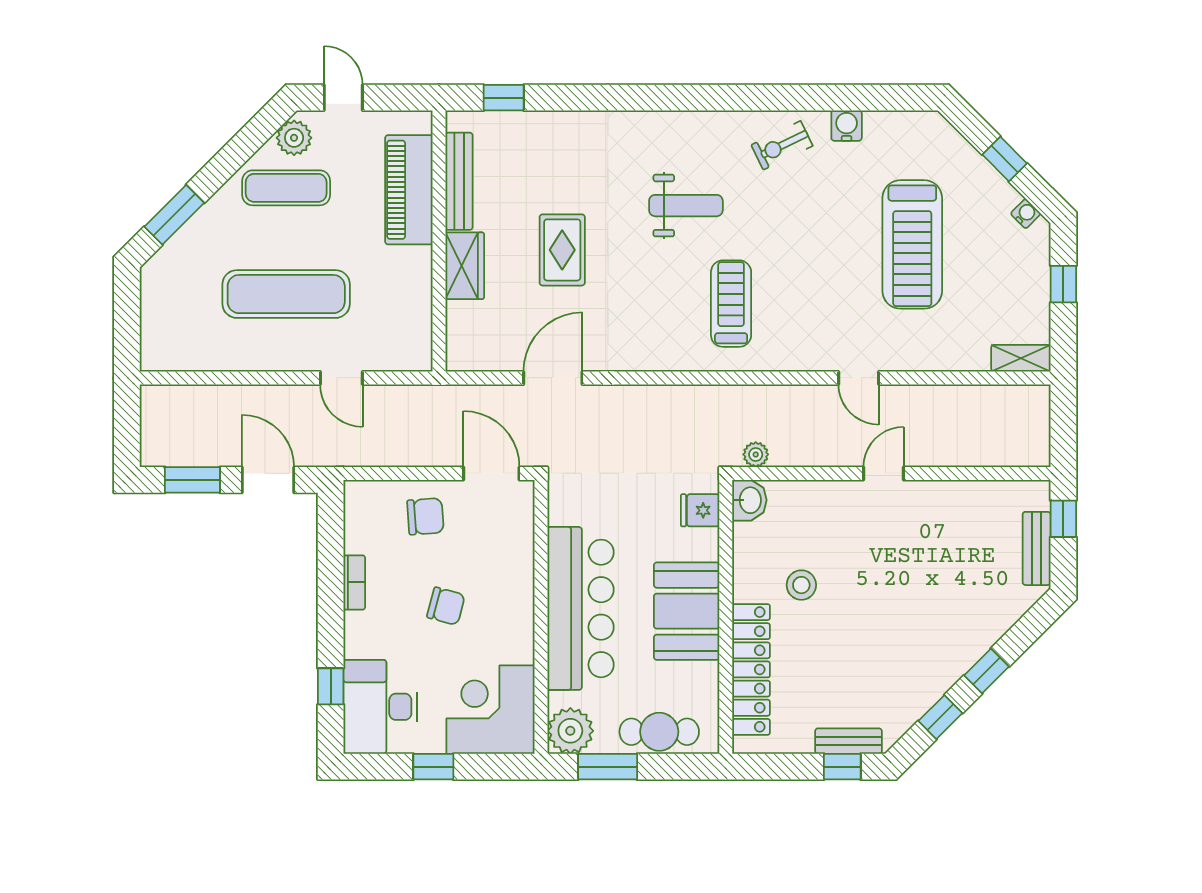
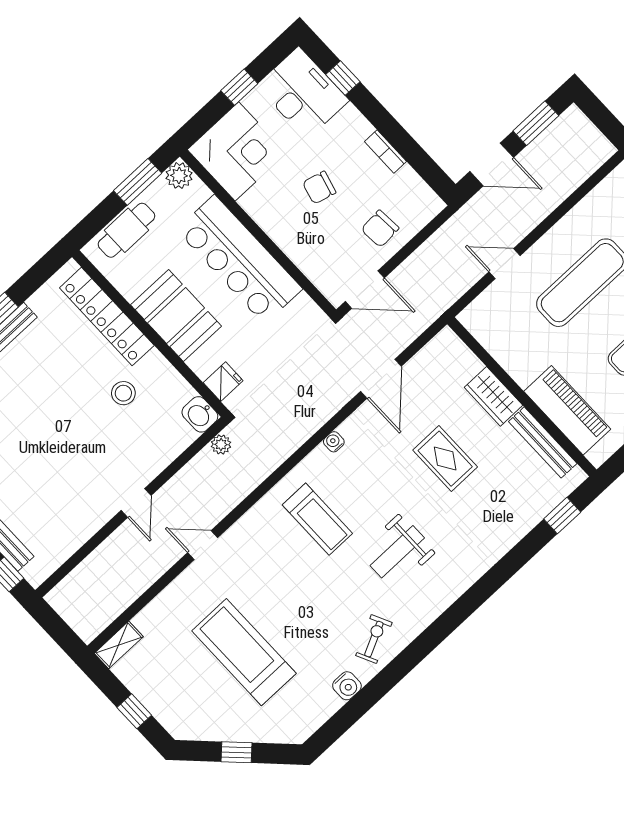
water cooler: (1026, 214) -> (334, 442), moved, turned 135
plant: (570, 731) -> (179, 176), width x0.73, depth x0.73

